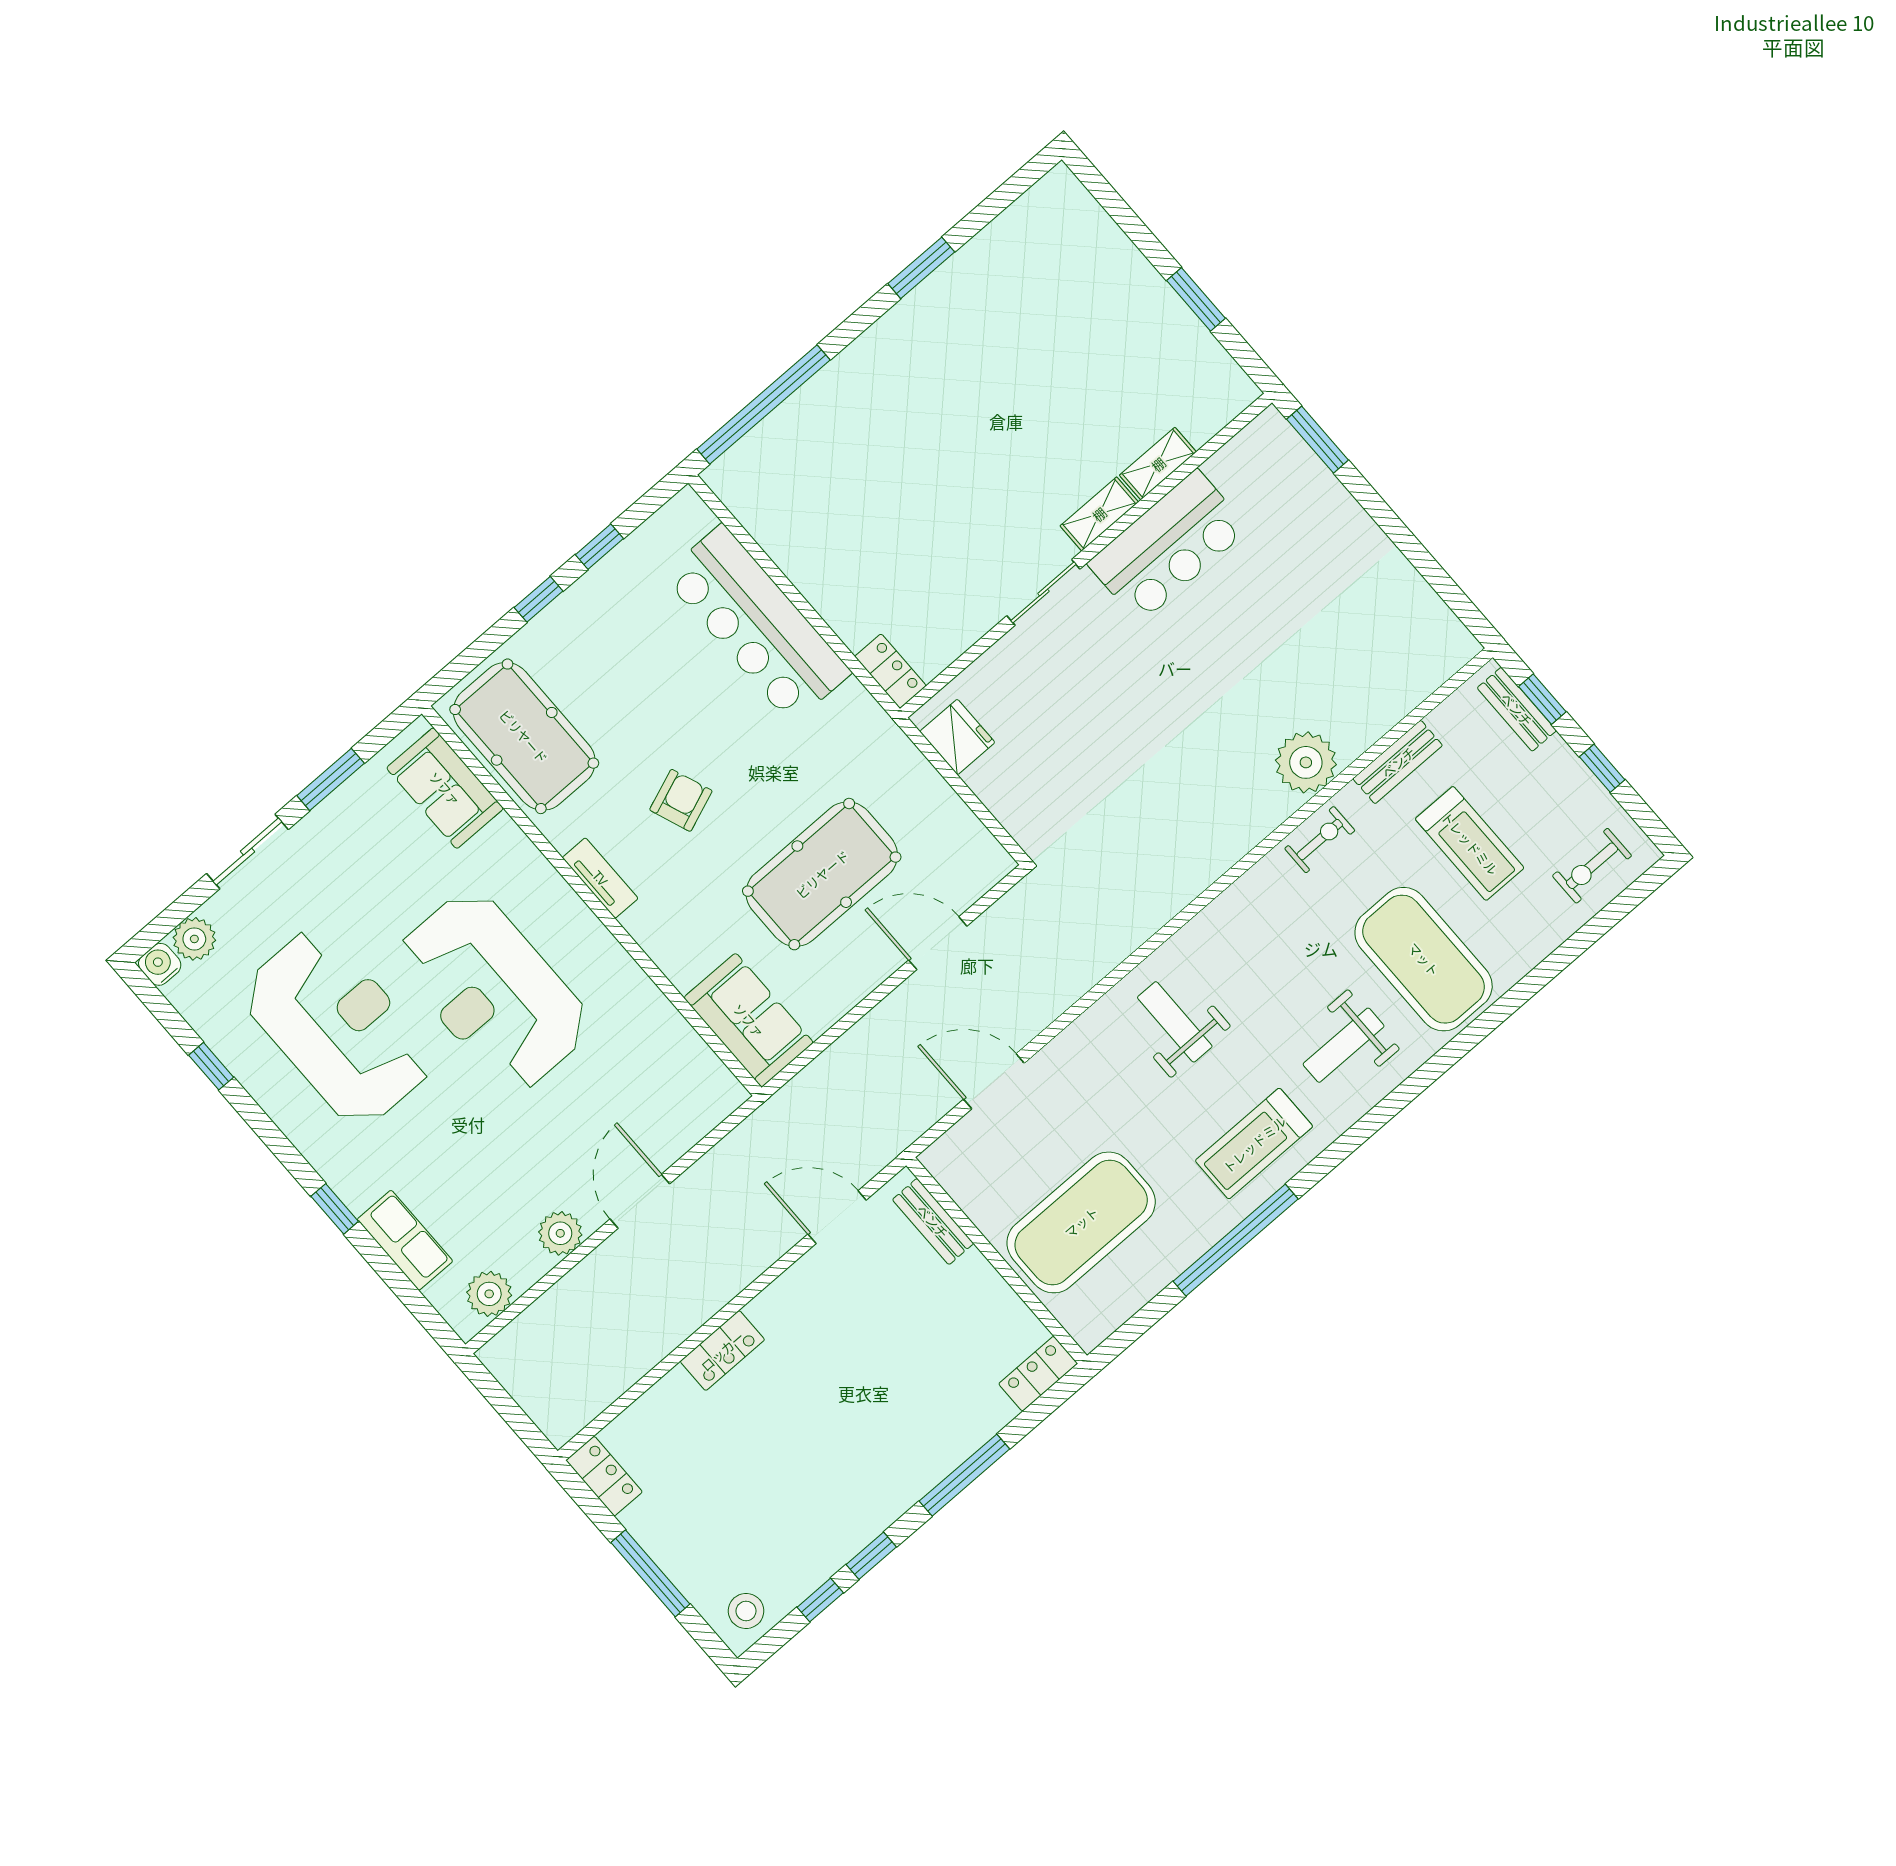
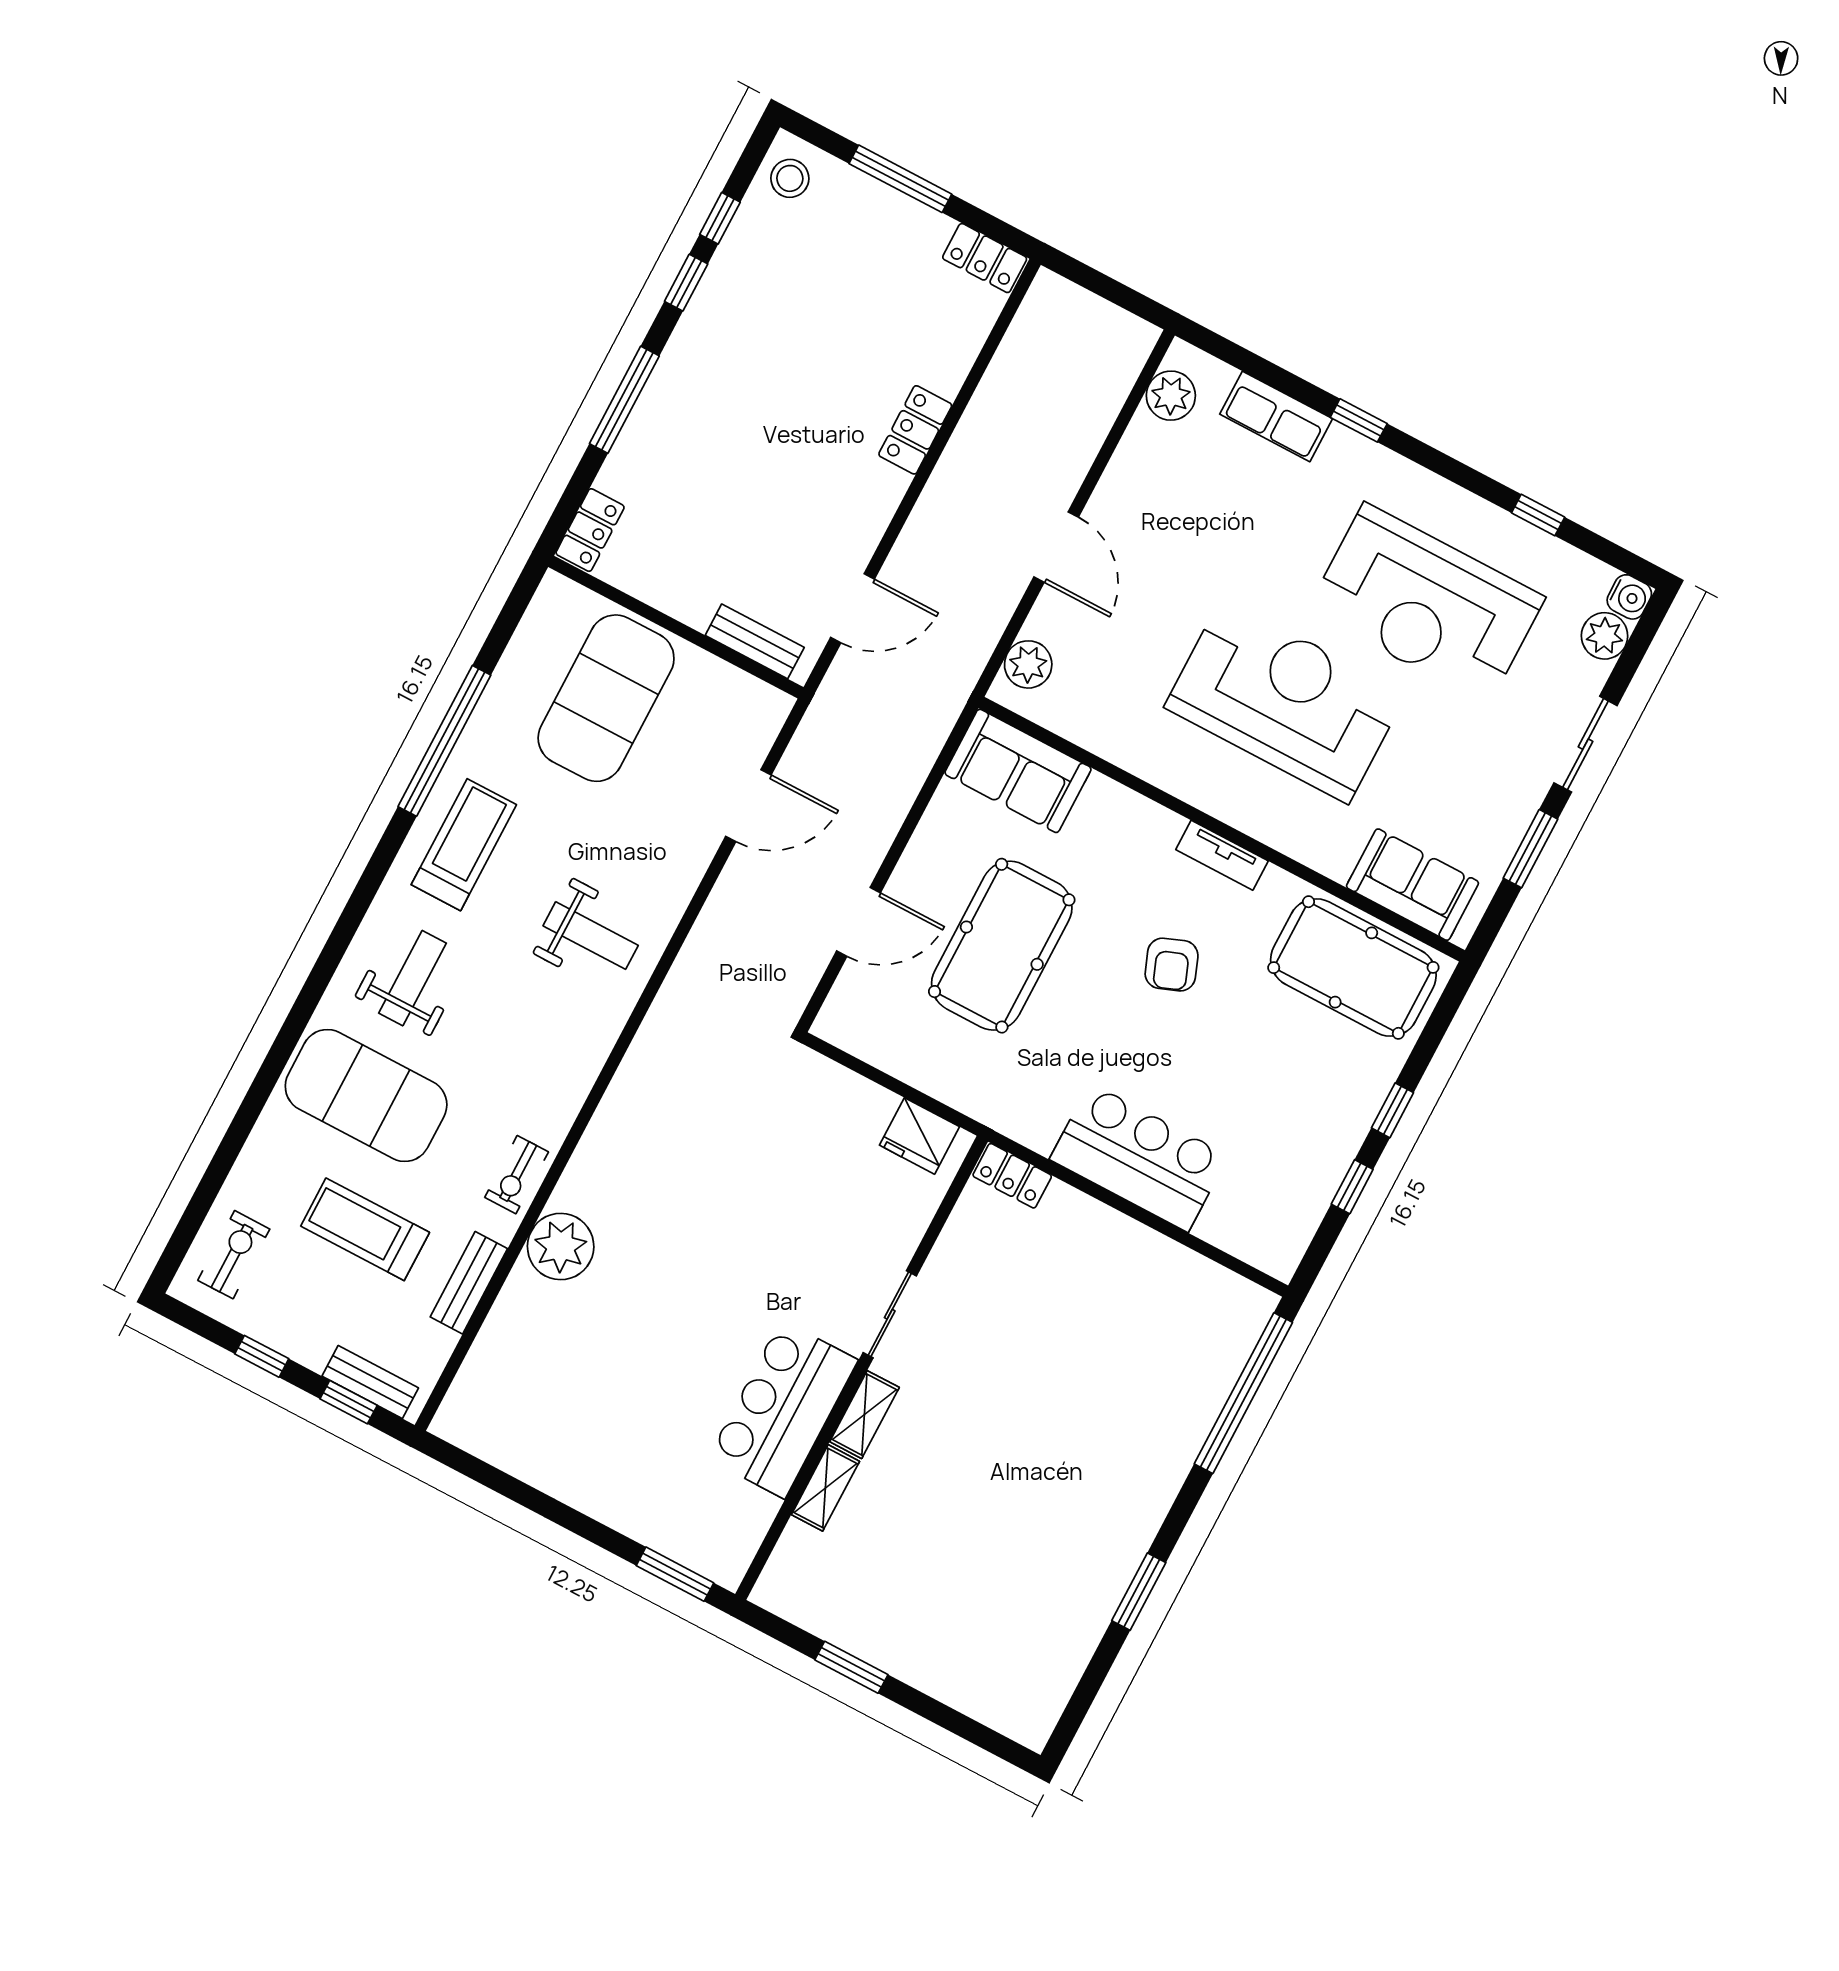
bar counter: (757, 624) -> (1139, 1158), width x0.73
plant: (560, 1233) -> (1028, 664), moved

